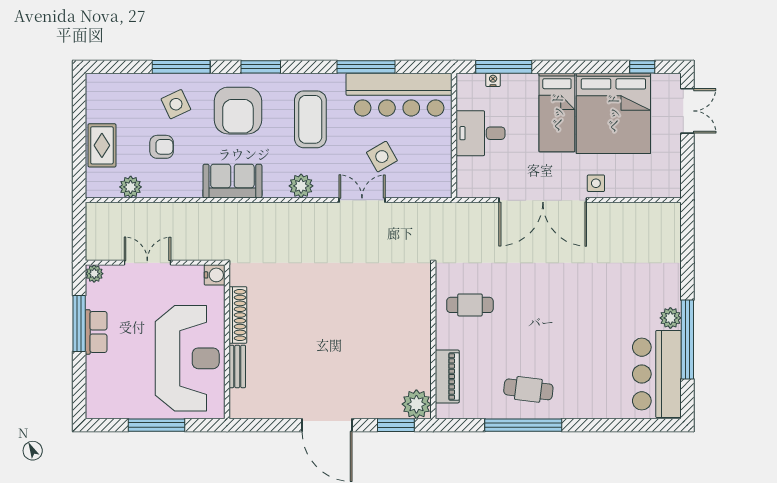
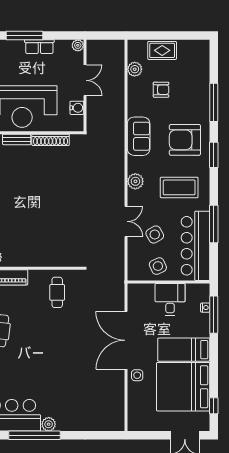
side table: (176, 104) -> (158, 266), moved
armchair: (162, 147) -> (161, 90), turned -90
water cooler: (215, 275) -> (77, 108), moved, turned -90
window: (79, 324) -> (25, 35), moved

